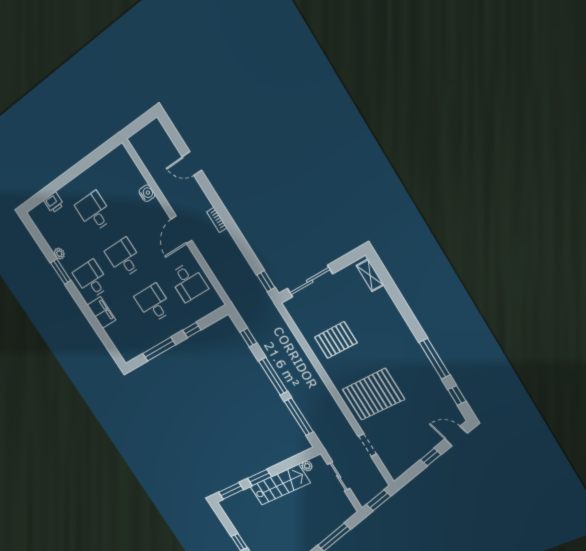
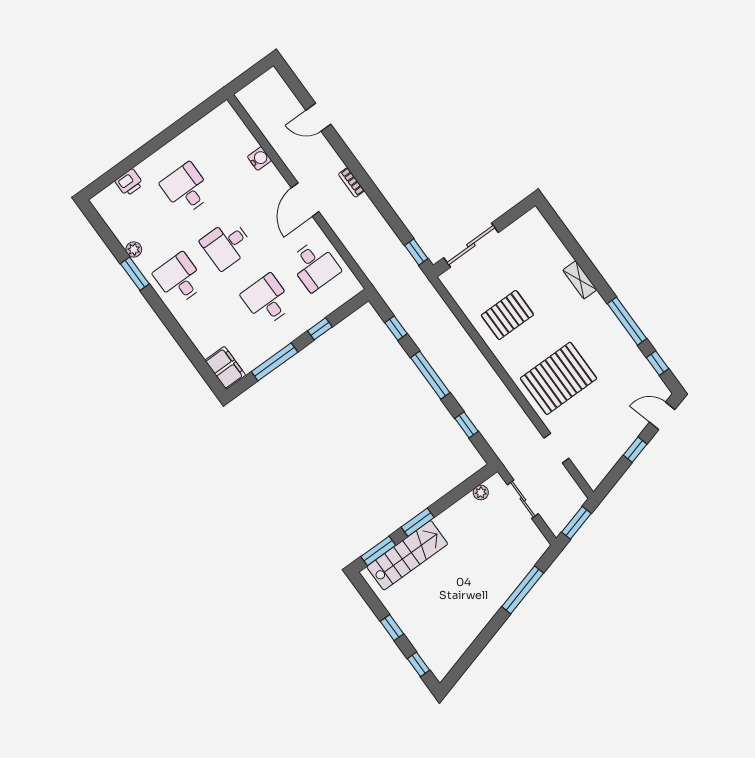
desk: (124, 258) -> (227, 244), turned -90
shelving: (370, 275) -> (580, 280), moved
filing cabinet: (101, 313) -> (225, 368), moved
window: (299, 417) -> (466, 425), width x0.46
stairs: (280, 485) -> (407, 555), moved

